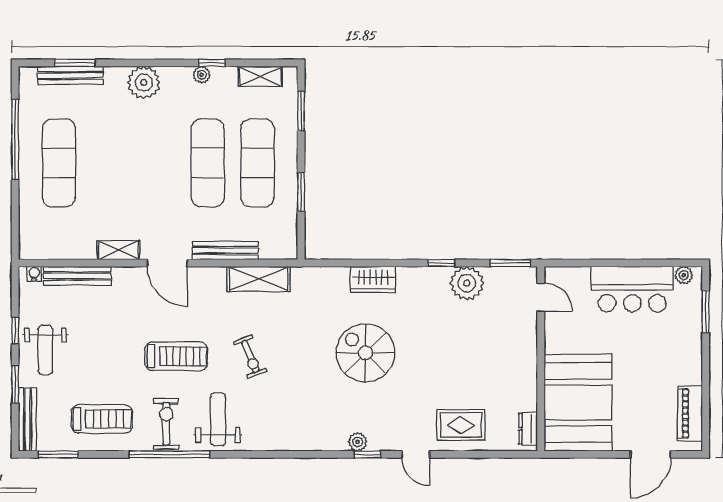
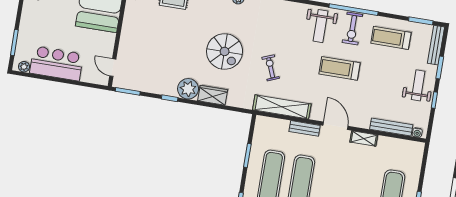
bench: (225, 250) -> (305, 128), width x0.73
shelving: (259, 279) -> (282, 107), width x1.47
plant: (467, 283) -> (188, 89), moved
exercise bike: (250, 357) -> (271, 68), moved

